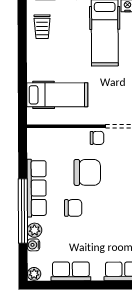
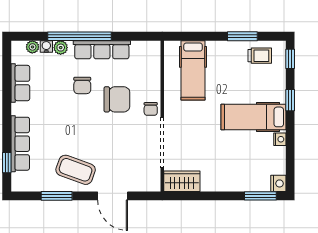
trolley: (42, 27) -> (260, 56), turned 180
window: (22, 45) -> (242, 36), added
chair: (87, 172) -> (117, 99), turned -90
plant: (34, 274) -> (32, 47), moved

